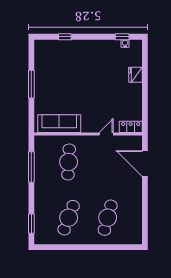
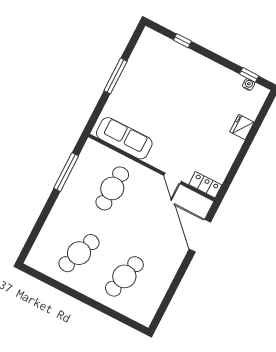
door: (106, 134) -> (172, 178), swing flipped
window: (31, 224) -> (32, 238), removed

